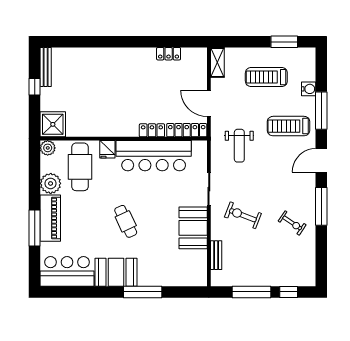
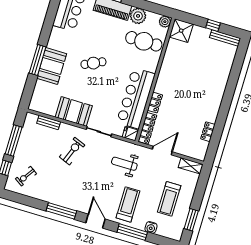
treadmill: (266, 77) -> (169, 199), turned 180
fridge: (107, 149) -> (130, 134), moved
exercise bike: (292, 223) -> (26, 176), moved
booth: (116, 272) -> (52, 66), moved

